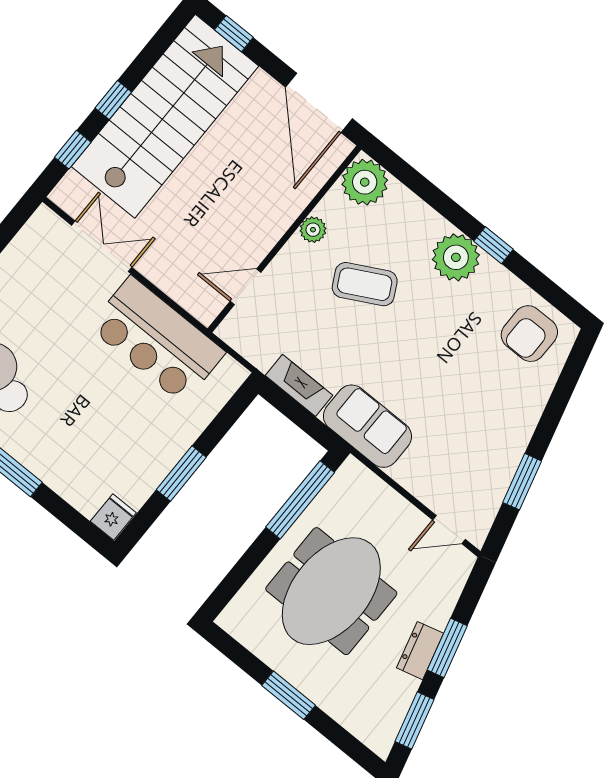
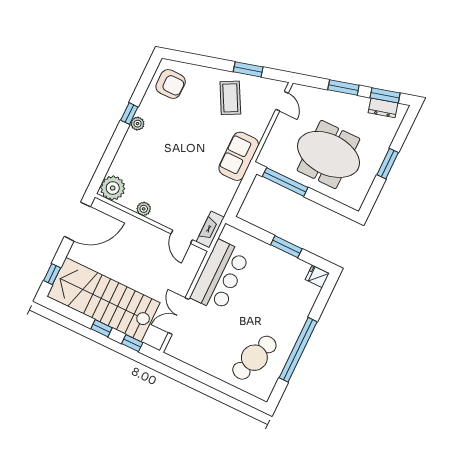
plant: (456, 257) -> (138, 124), width x0.53, depth x0.53
coffee table: (365, 284) -> (230, 98), moved
fireplace: (299, 385) -> (210, 230), moved
dresser: (420, 651) -> (383, 108), moved

